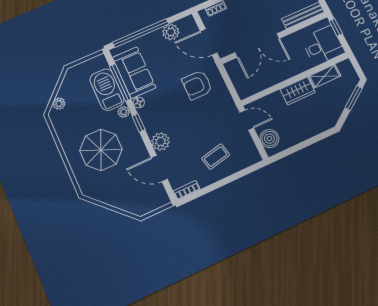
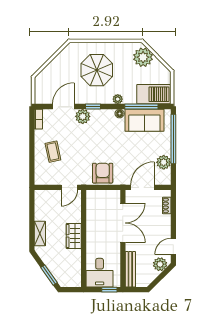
double door: (257, 45) -> (123, 223), swing flipped
shelving: (325, 76) -> (40, 234), moved
armchair: (197, 85) -> (103, 173), moved
barbecue: (107, 90) -> (154, 94), moved
plant: (59, 104) -> (143, 57), width x1.88, depth x1.88
window: (139, 123) -> (93, 107), moved
boiler: (269, 139) -> (48, 197), removed

